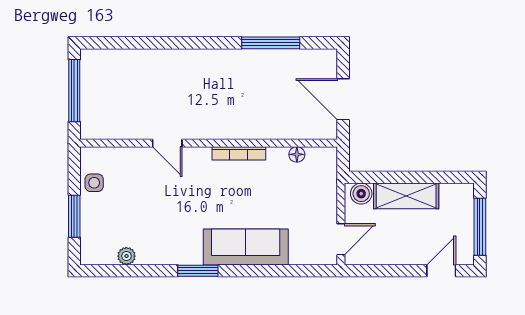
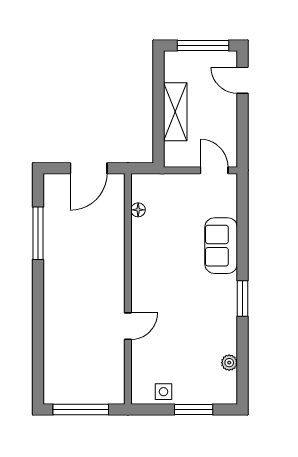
bookcase: (239, 153) -> (137, 262), removed
boiler: (361, 194) -> (173, 152), removed
sofa: (246, 247) -> (221, 246), width x0.73

